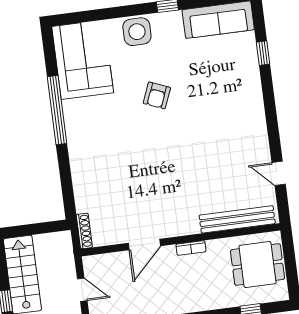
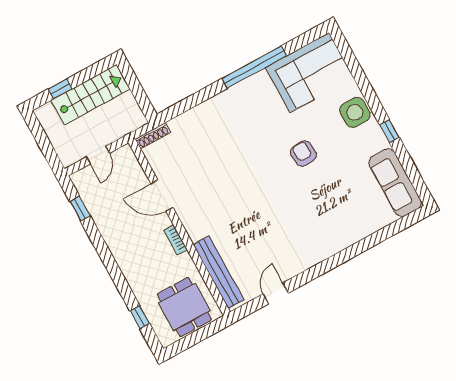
window: (263, 53) -> (380, 236), removed
armchair: (157, 95) -> (303, 154), turned 64

